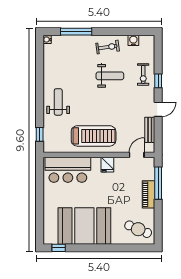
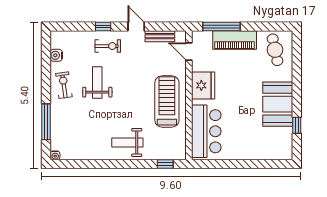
exercise bike: (143, 74) -> (108, 46), moved
fridge: (107, 165) -> (203, 85), width x1.88, depth x1.34
piano: (149, 194) -> (235, 40), width x1.37, depth x1.33
booth: (84, 226) -> (278, 104), width x0.73, depth x0.70
cafe table: (138, 229) -> (275, 50), turned -35
window: (59, 248) -> (297, 125), moved

